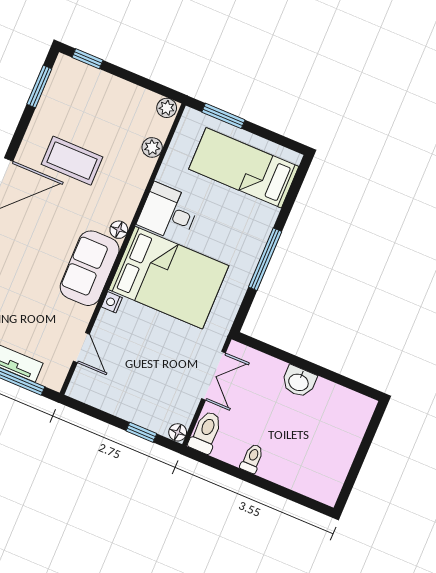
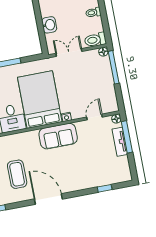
floor lamp: (119, 230) -> (116, 119), moved
washbasin: (299, 382) -> (49, 25), moved
window: (141, 432) -> (114, 67), width x2.17

